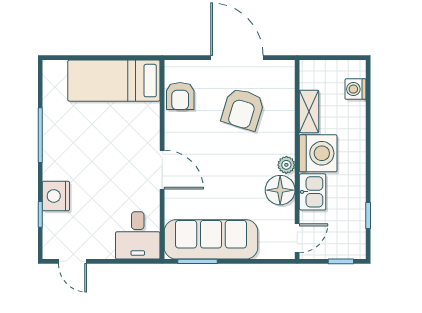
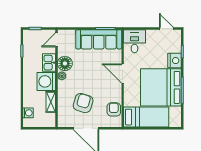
bed: (84, 141) -> (161, 87), added

